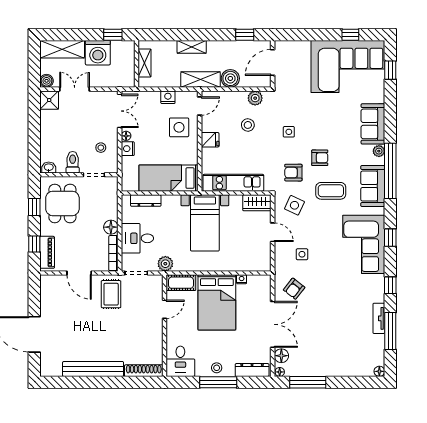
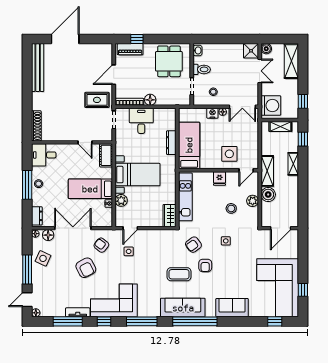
window: (245, 35) -> (303, 139), moved
washing machine: (98, 53) -> (271, 105), moved, turned 180
door: (273, 63) -> (281, 228), swing flipped
nightstand: (168, 97) -> (253, 145), removed
plant: (255, 98) -> (253, 201), moved
door: (200, 106) -> (246, 170), hinge flipped
plant: (379, 151) -> (210, 312), removed
armchair: (293, 173) -> (193, 245), turned -127
sofa: (373, 186) -> (183, 308), width x1.36
coffee table: (331, 191) -> (179, 274), turned 90
dresser: (146, 201) -> (171, 143), moved
dining table: (62, 203) -> (169, 61), turned 90
side table: (294, 205) -> (43, 258), moved
window: (34, 207) -> (166, 39), removed
bed with nightstands: (205, 223) -> (138, 175), moved, turned 180
door: (273, 232) -> (130, 228), moved
window: (390, 238) -> (142, 321), width x2.17
corner sofa: (364, 244) -> (114, 300), moved
plant: (165, 264) -> (121, 200), moved
bed: (217, 302) -> (90, 189), width x0.67
armchair: (323, 308) -> (86, 268), added
double door: (273, 324) -> (73, 228), swing flipped
bench: (93, 369) -> (38, 68), moved
dresser: (252, 370) -> (37, 216), width x0.70
window: (308, 382) -> (27, 269), moved
door: (363, 382) -> (27, 300), added

